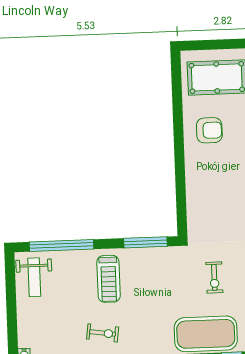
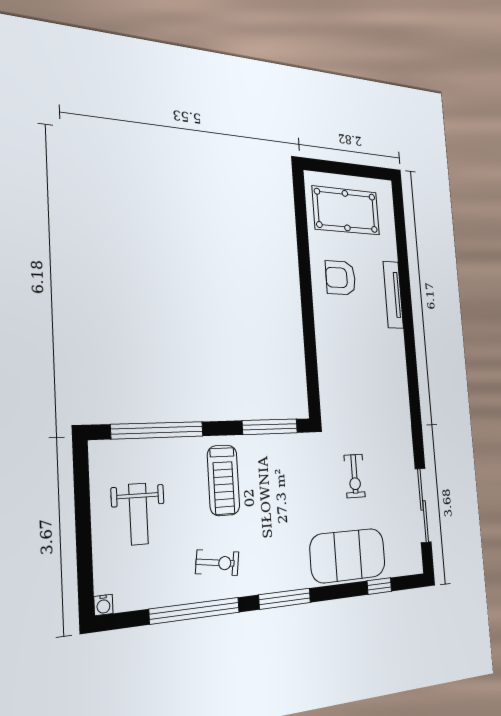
armchair: (209, 130) -> (341, 278), turned 180
weight bench: (34, 277) -> (138, 514), moved

